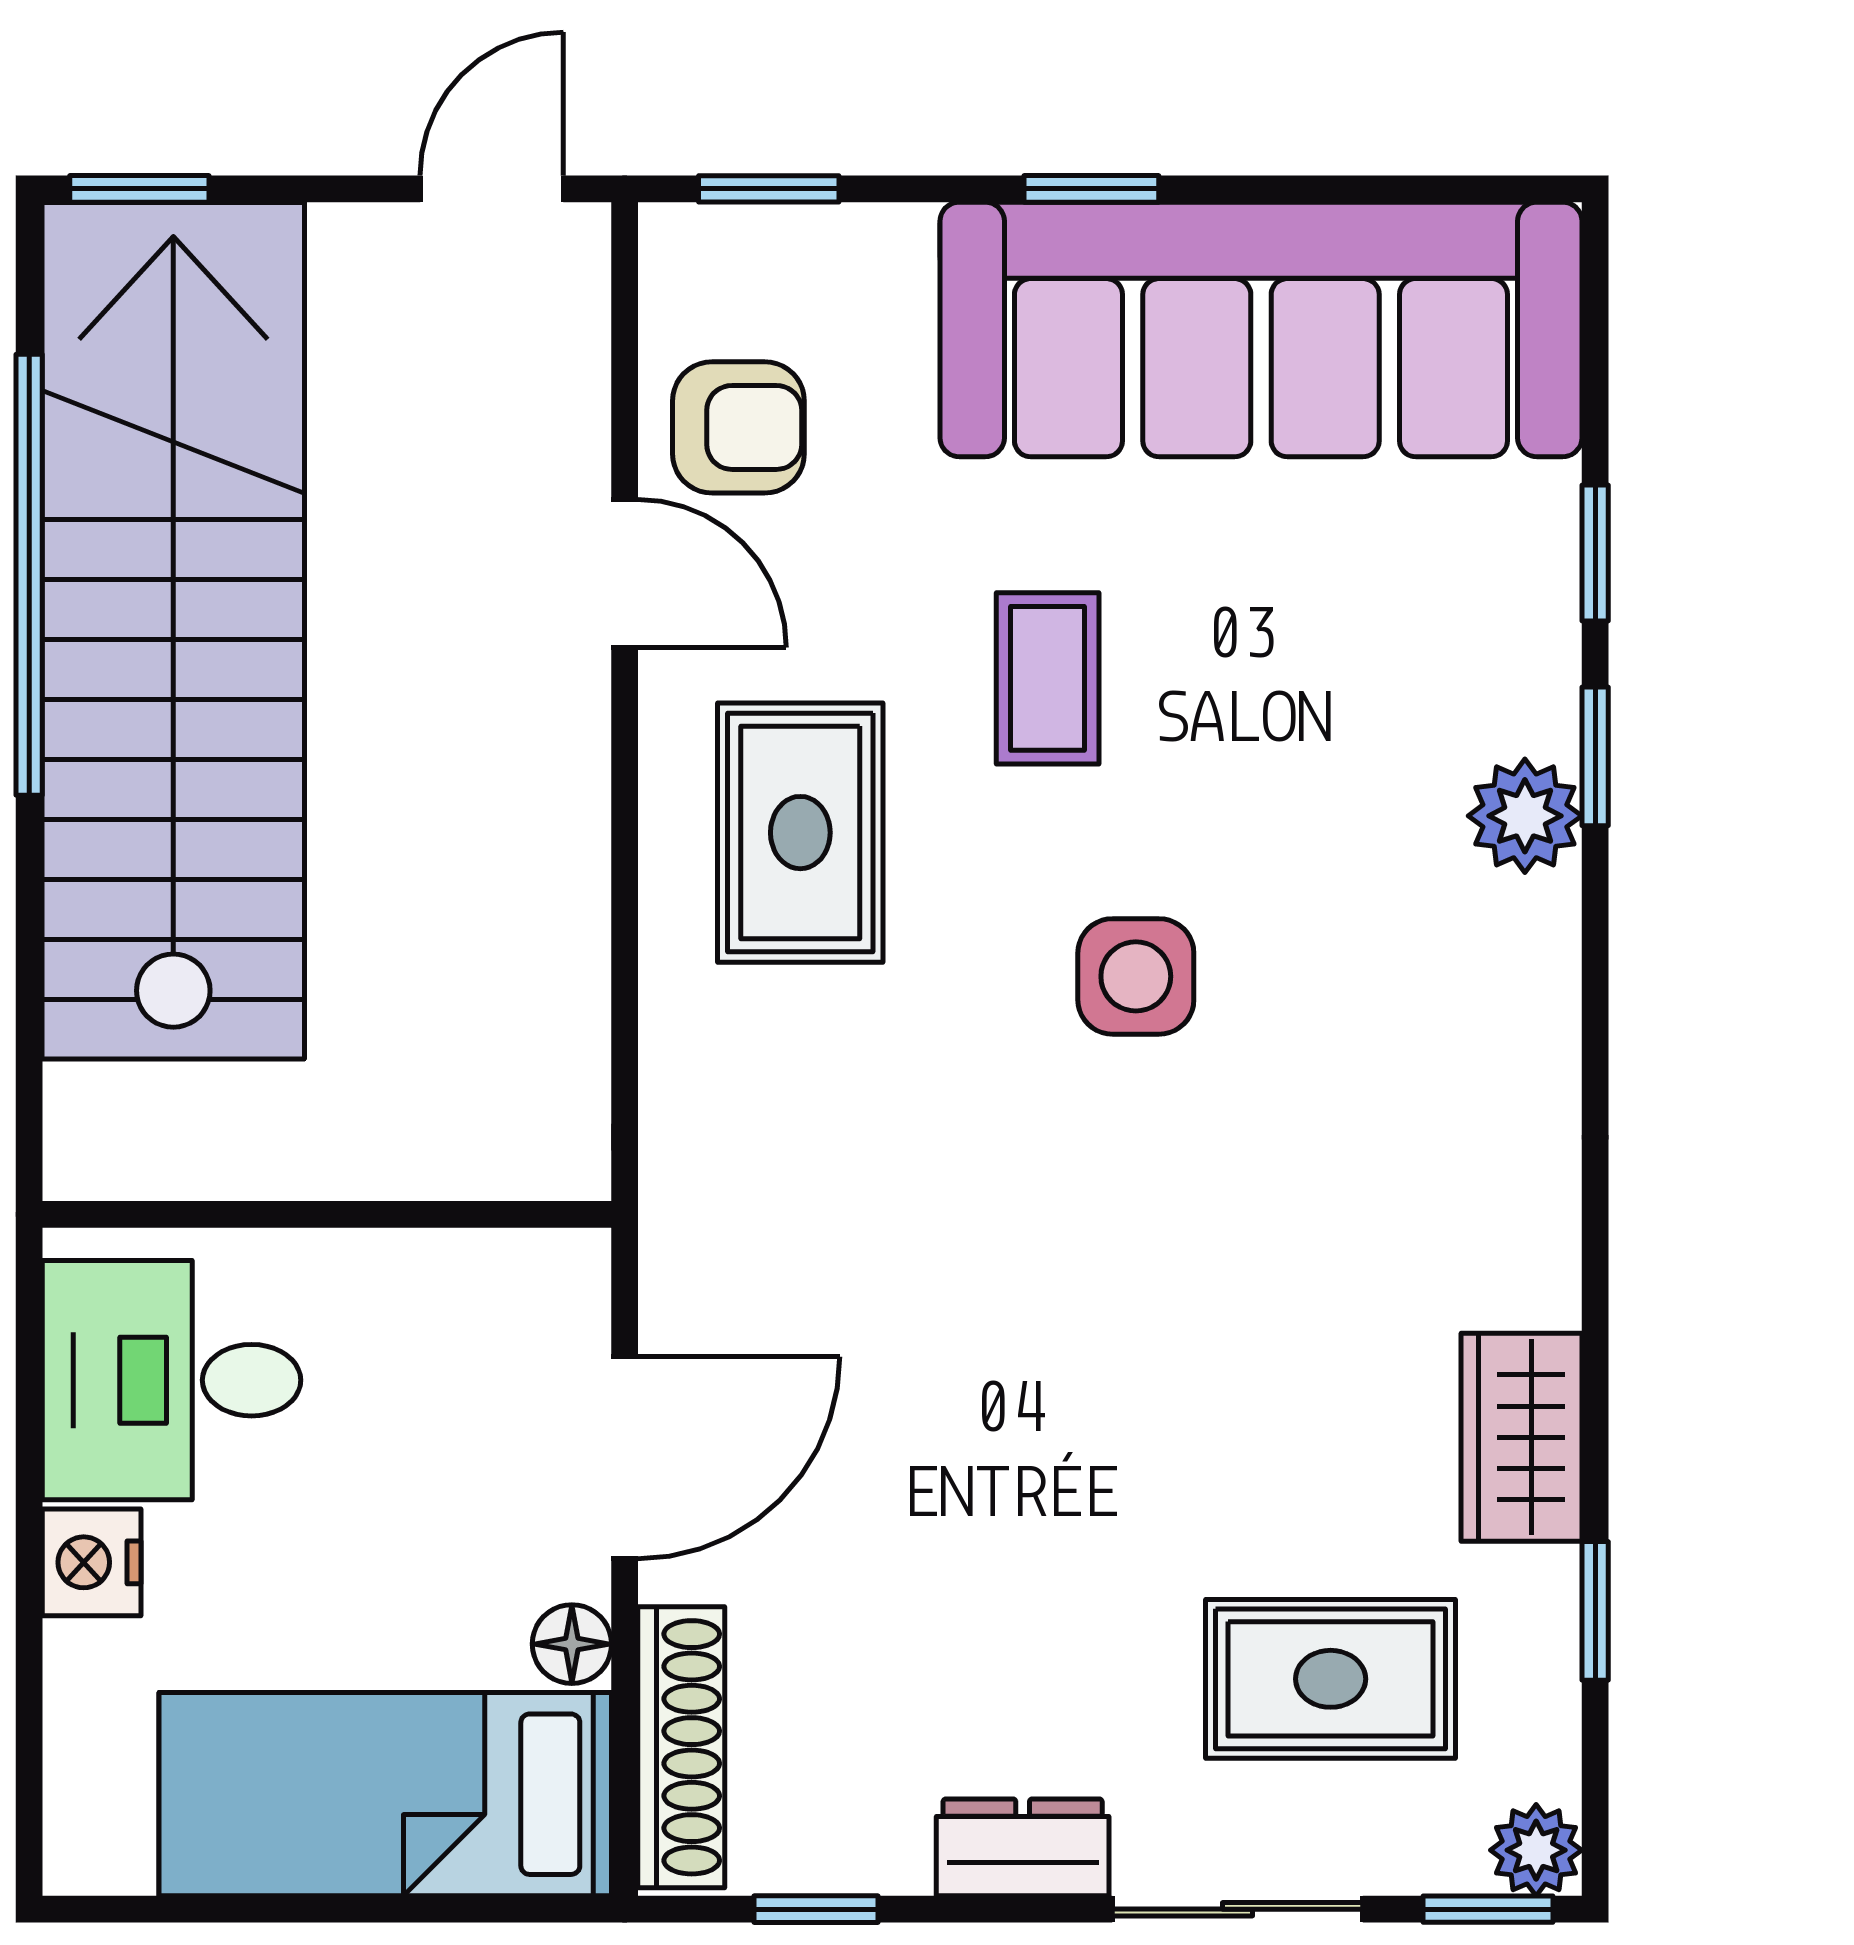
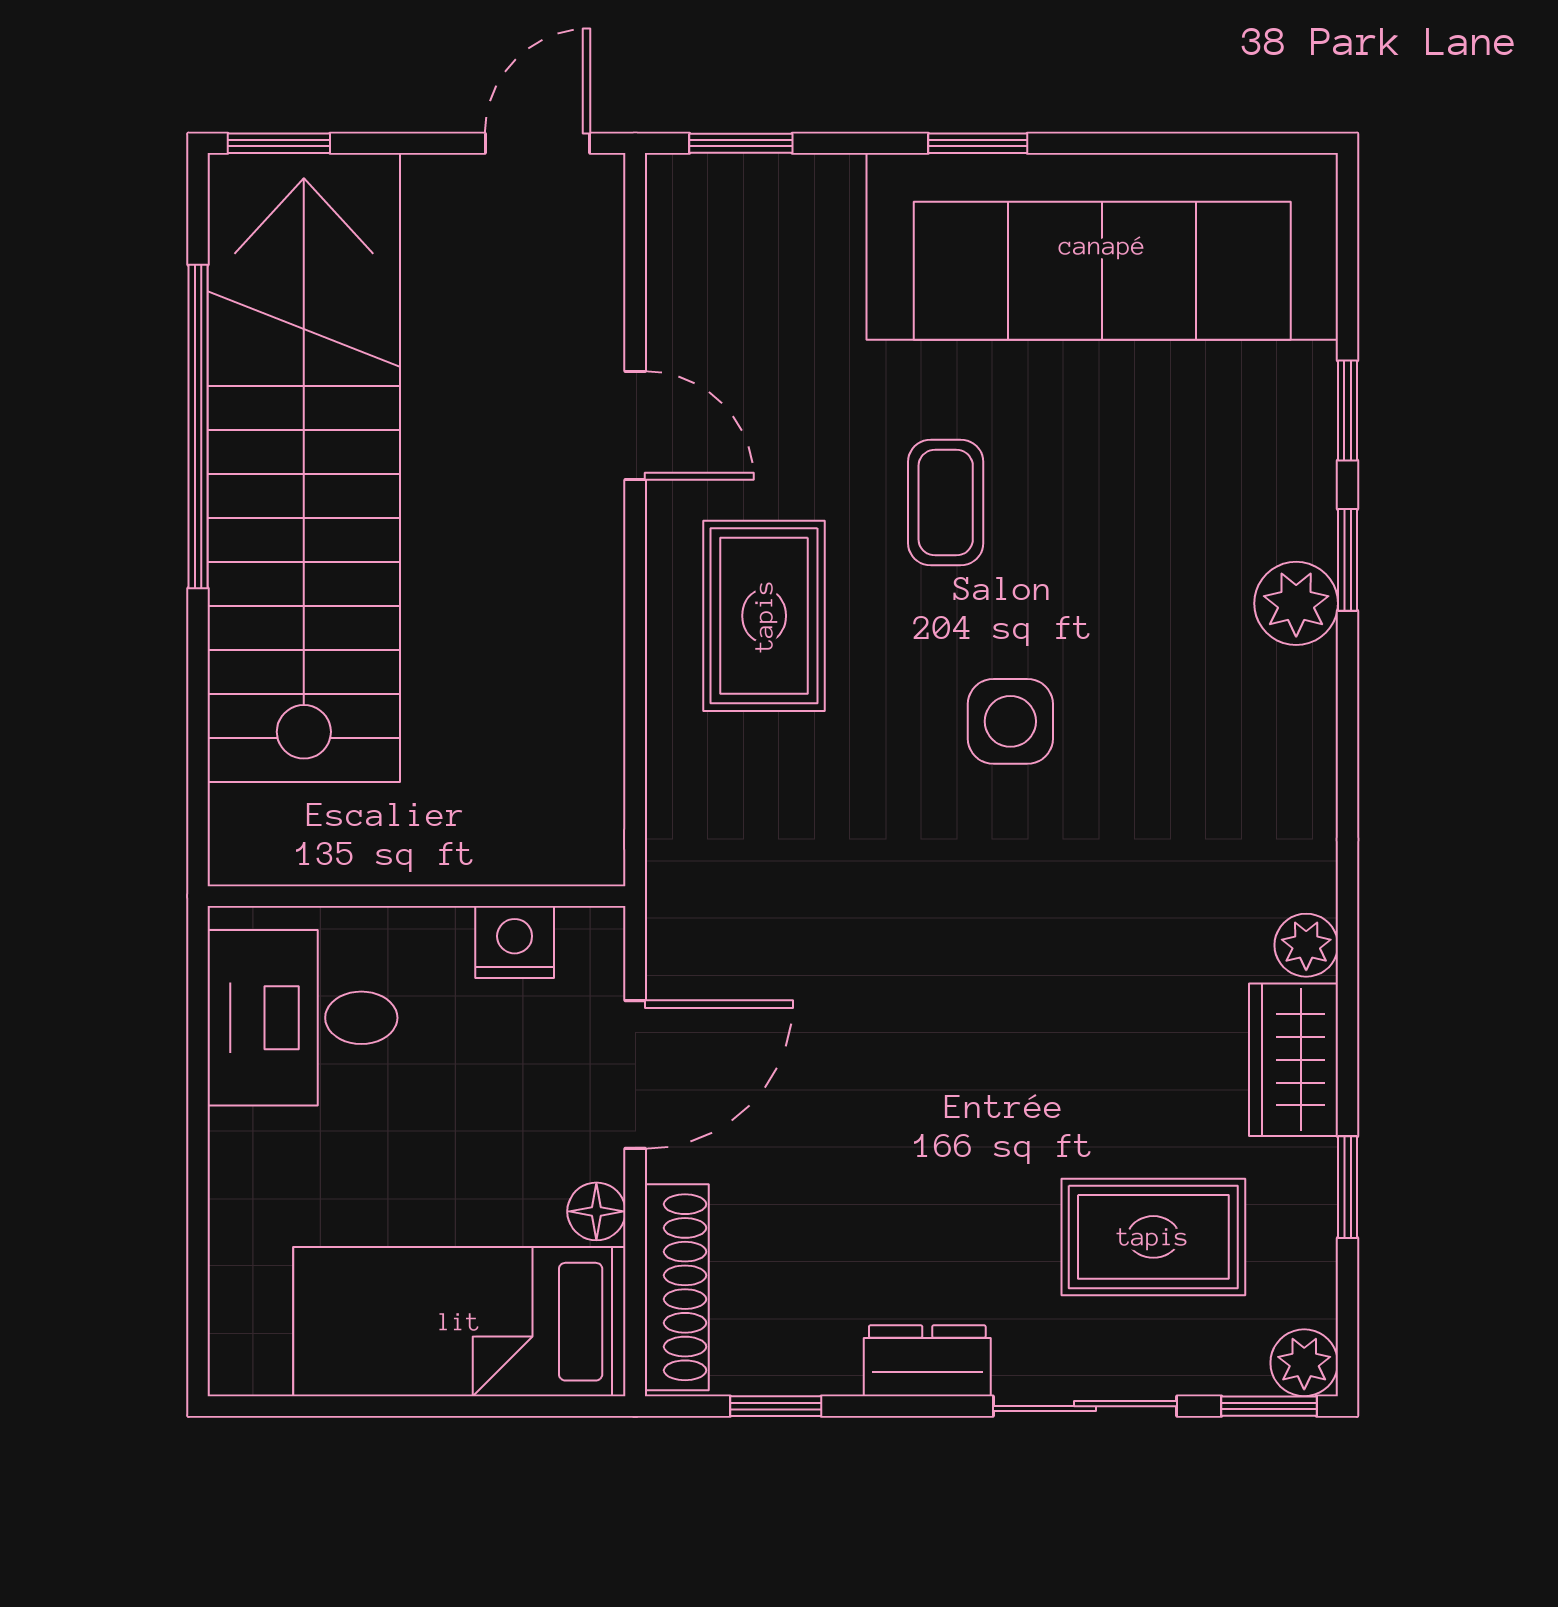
armchair: (738, 427) -> (719, 318), removed
plant: (1539, 1281) -> (1306, 945), added
nightstand: (92, 1562) -> (515, 942), moved, turned 90

